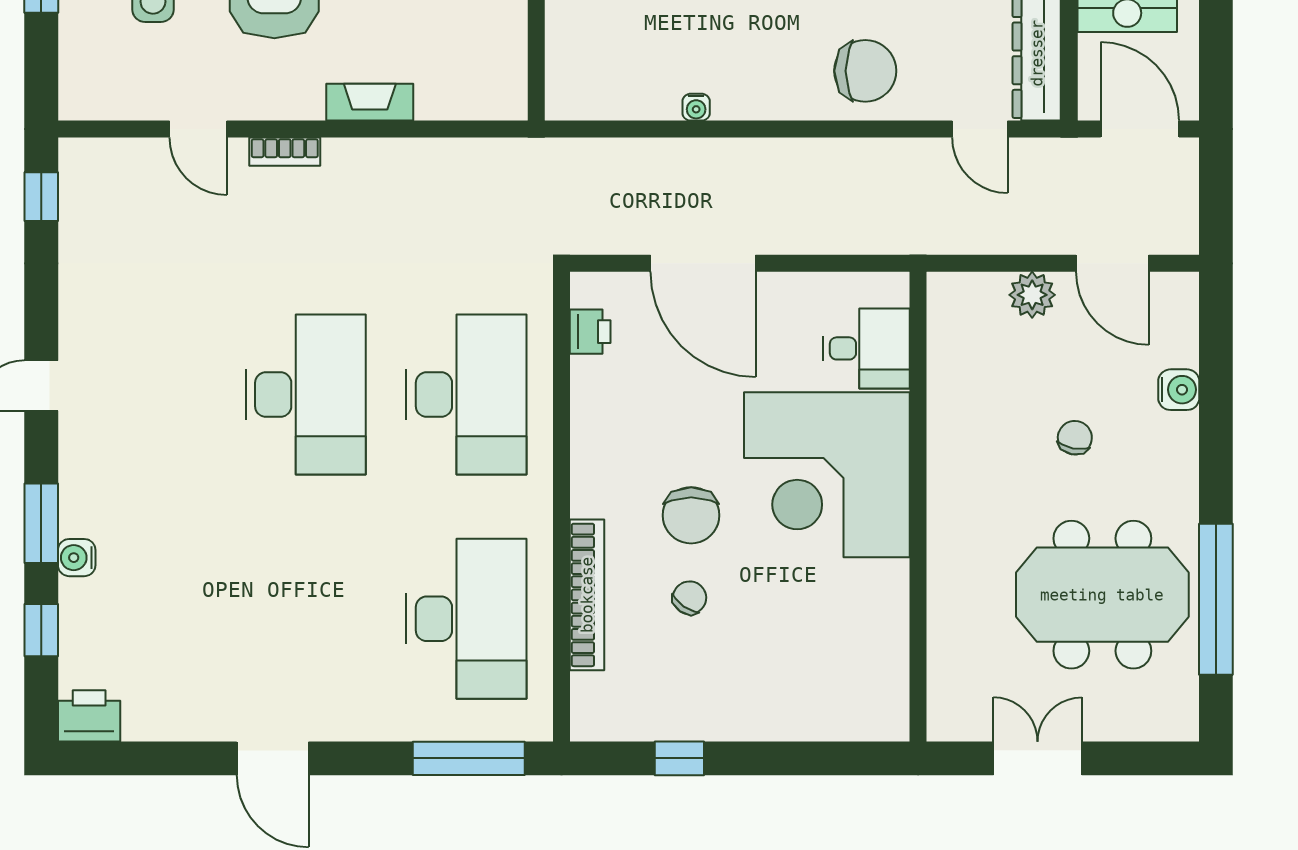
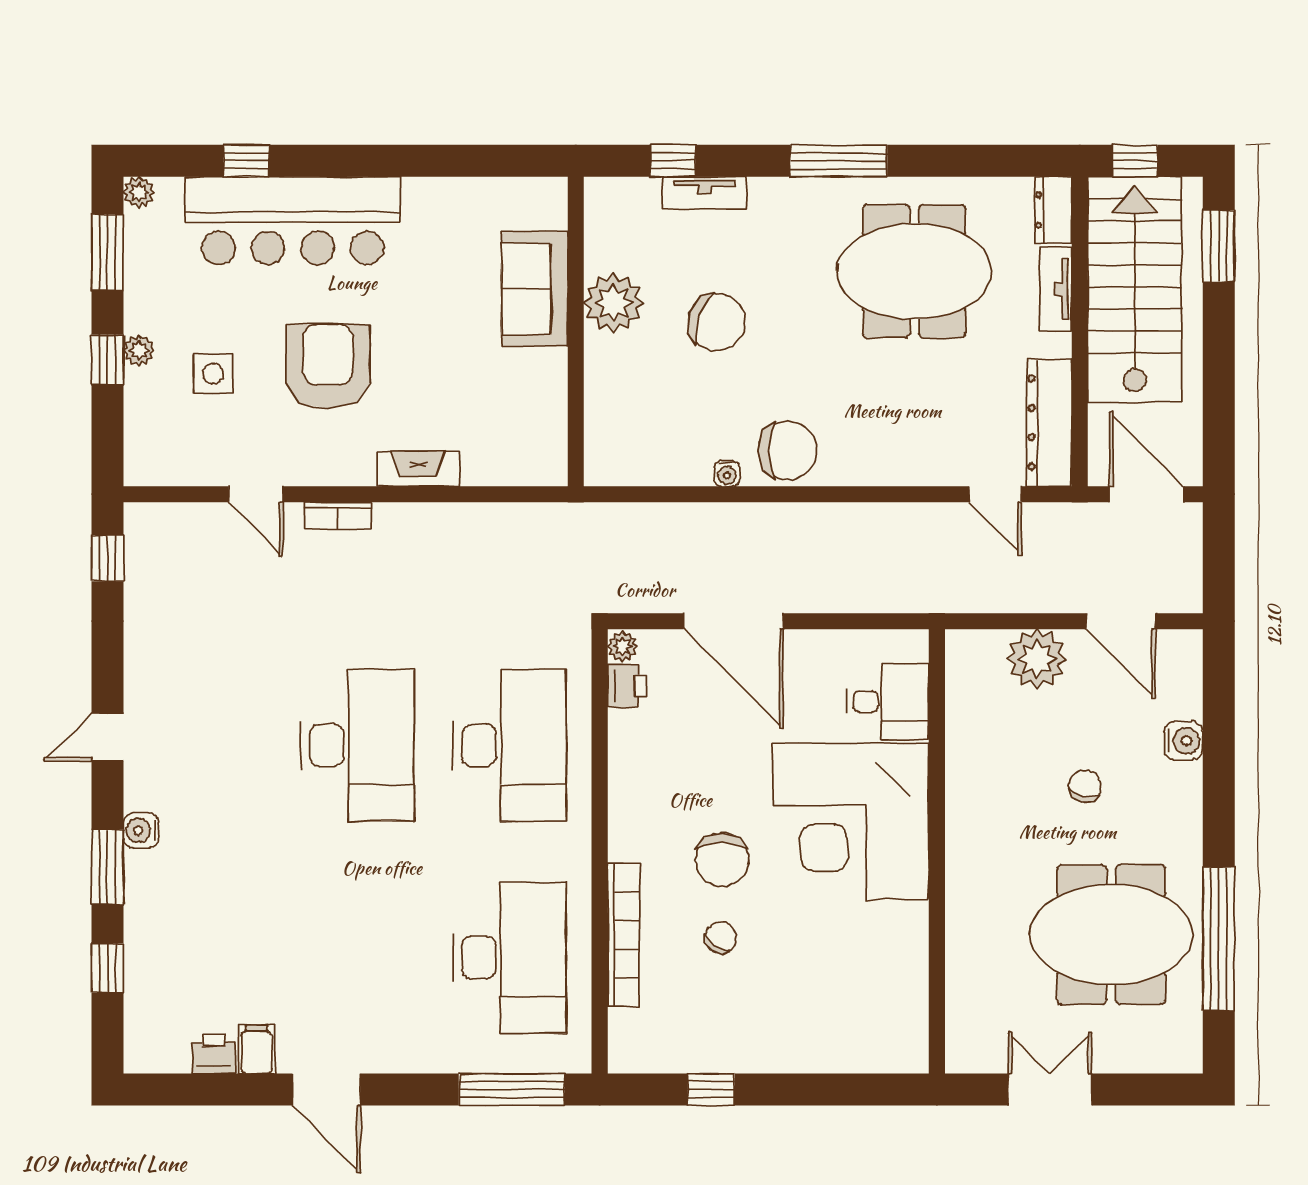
chair: (865, 71) -> (788, 451), moved
plant: (586, 290) -> (622, 647), added
plant: (1032, 295) -> (1037, 659), width x1.36, depth x1.36
water cooler: (77, 558) -> (141, 830), moved
printer: (89, 716) -> (214, 1054), moved, width x0.73, depth x0.81
filing cabinet: (199, 716) -> (257, 1049), added

